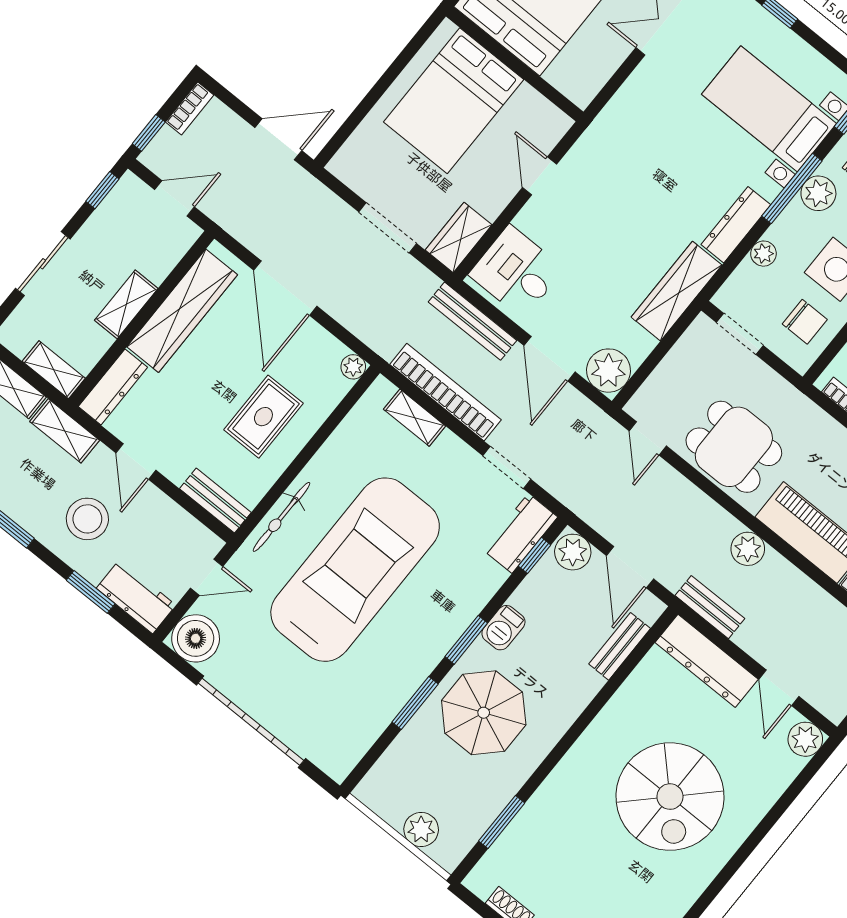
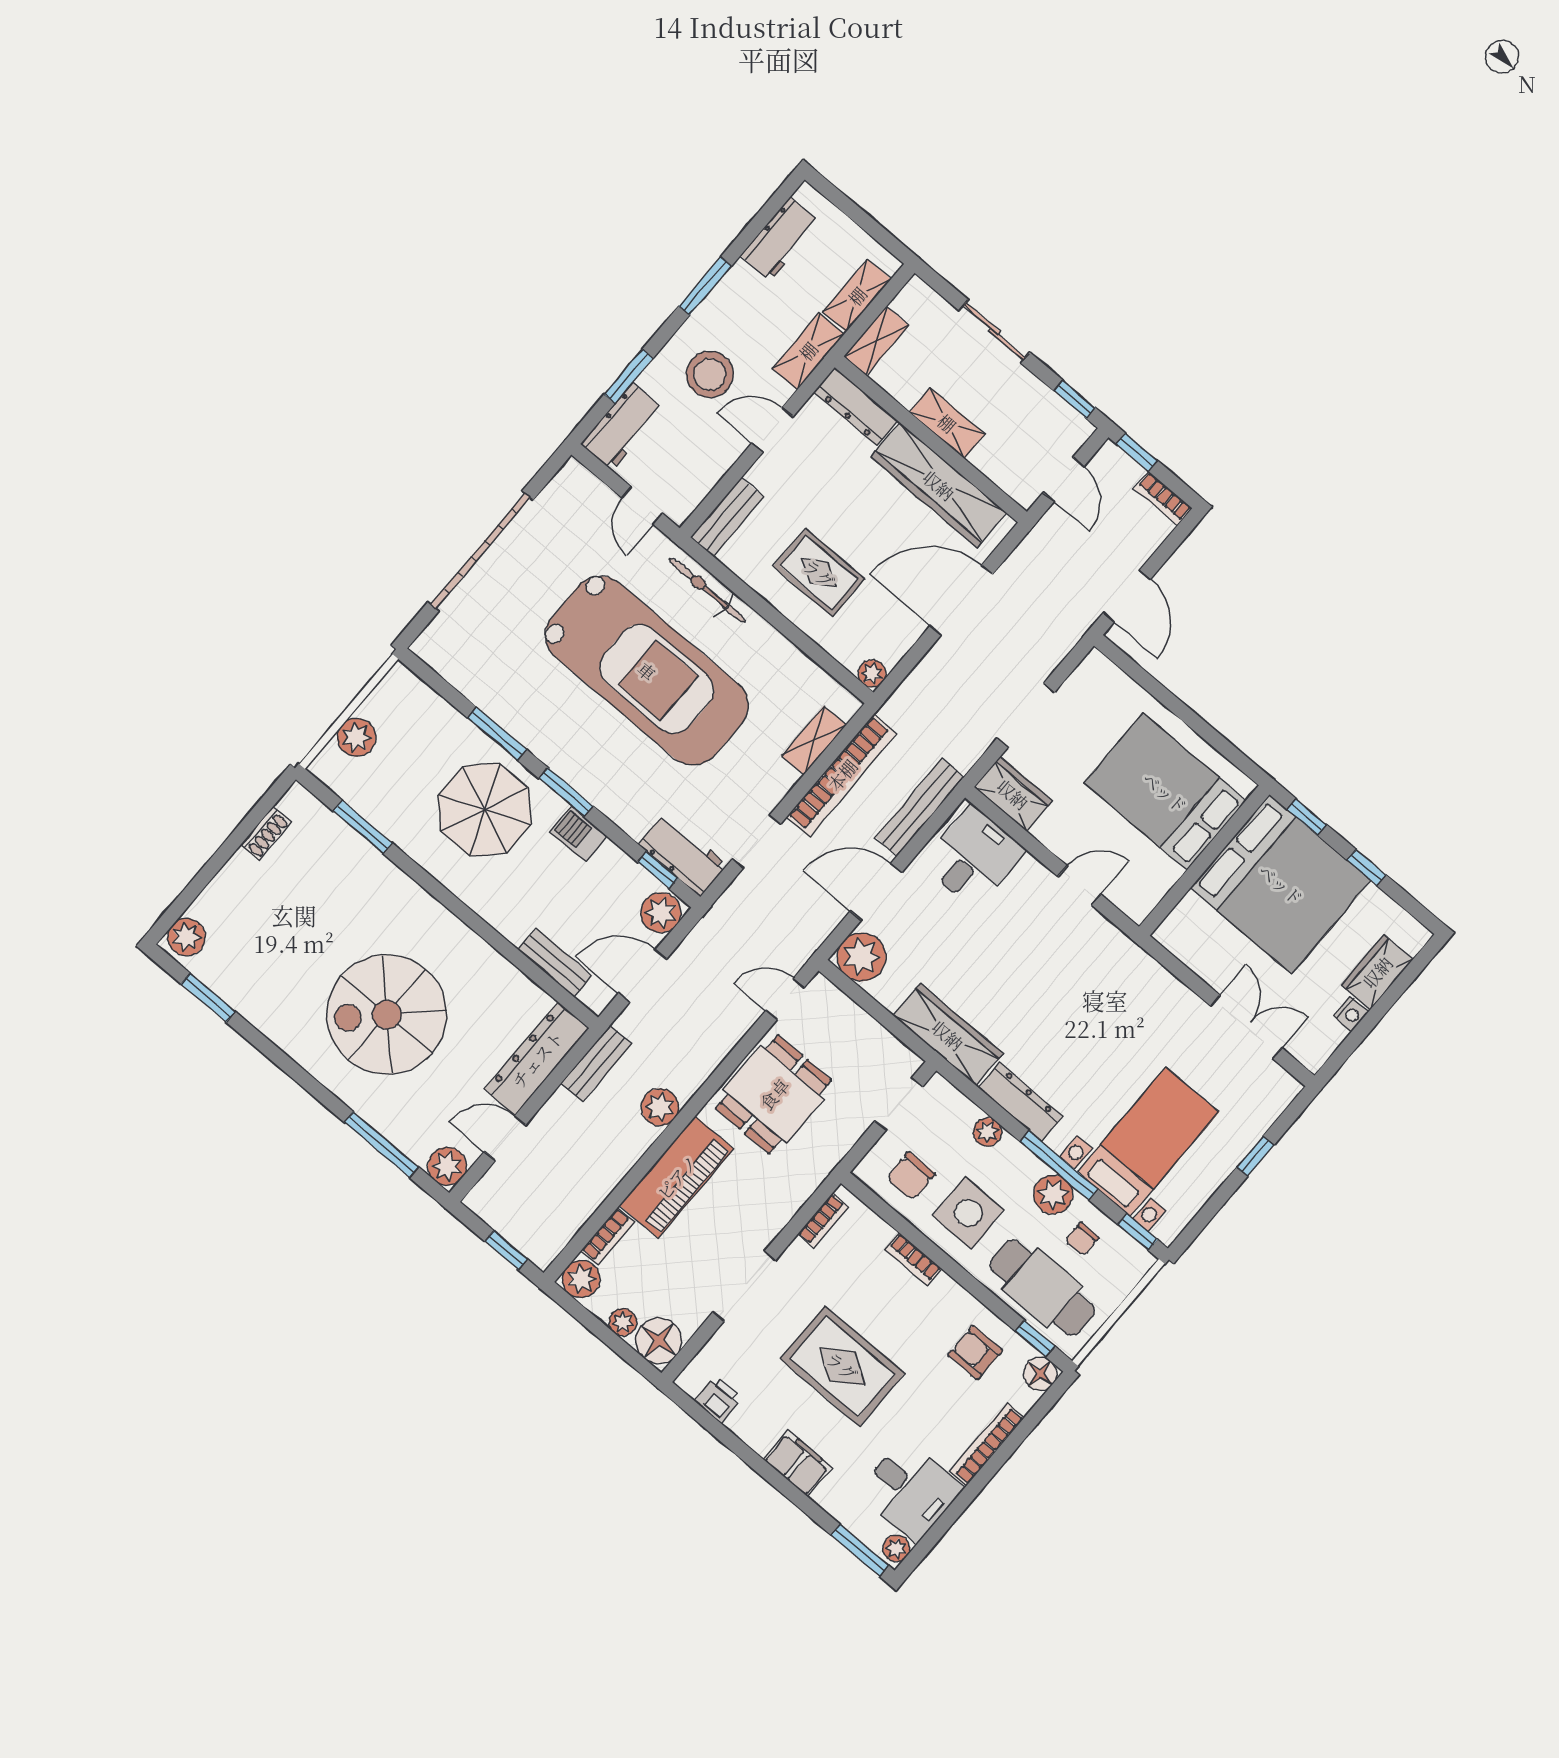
boiler: (196, 638) -> (574, 492), removed
window: (787, 799) -> (381, 1145), added

